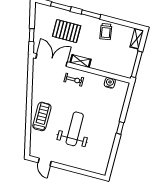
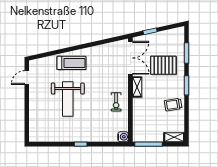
pallet: (67, 31) -> (163, 65), turned 90
exercise bike: (74, 80) -> (116, 102), moved
water cooler: (110, 83) -> (123, 137), moved
weight bench: (75, 129) -> (68, 99), turned 90

